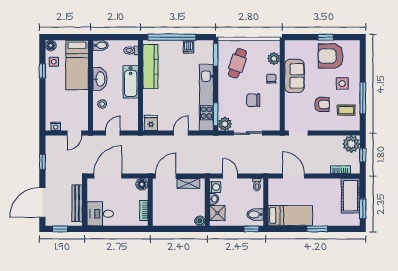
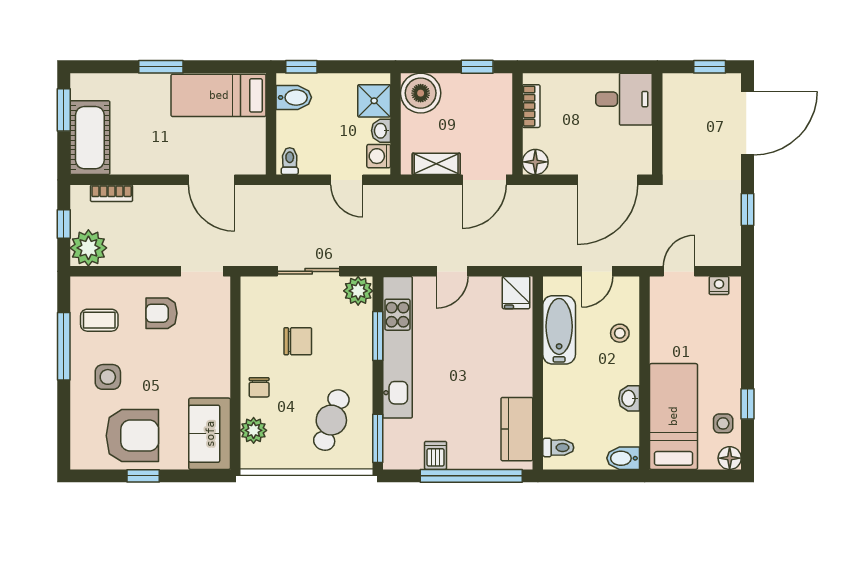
kitchen counter: (150, 66) -> (517, 429), width x0.67
sofa: (294, 76) -> (210, 434), moved
washbasin: (100, 79) -> (629, 398), width x0.52, depth x0.69
bathtub: (131, 82) -> (559, 330), moved
armchair: (322, 104) -> (161, 313), moved
window: (216, 114) -> (378, 336), moved
bench: (77, 203) -> (673, 122), removed
boiler: (200, 221) -> (421, 93), width x1.86, depth x1.86
window: (169, 229) -> (477, 67), added

